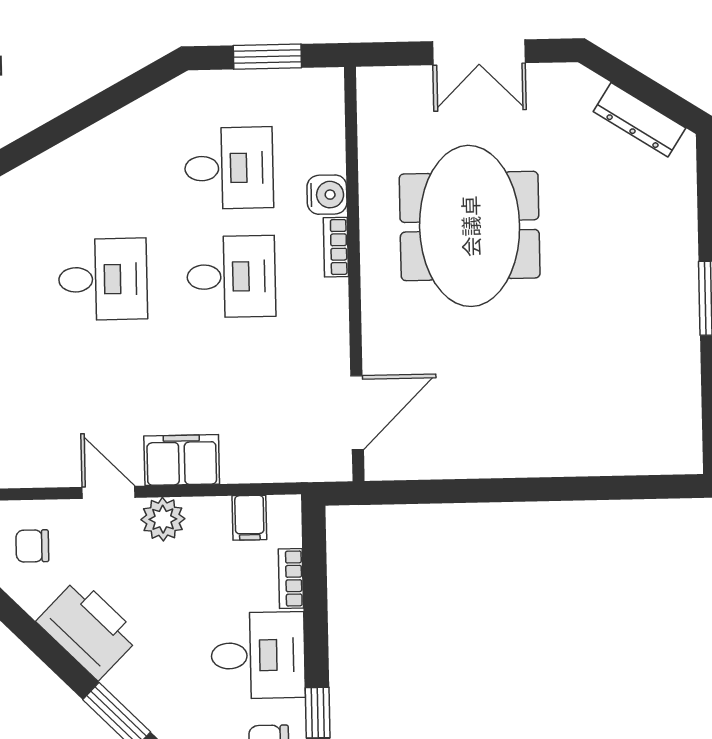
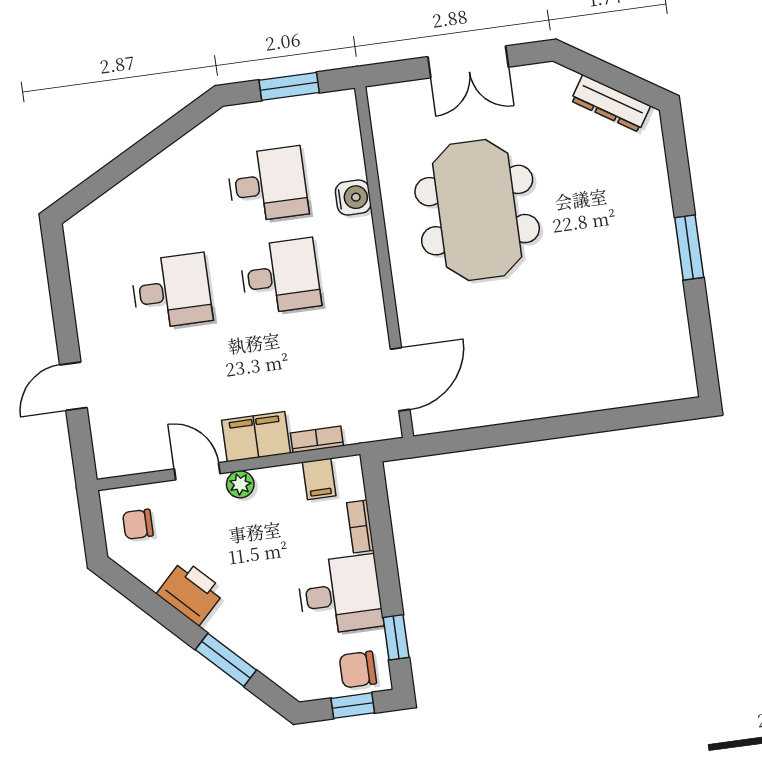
bookcase: (336, 247) -> (317, 439), moved, turned 90
plant: (163, 519) -> (240, 484), width x0.73, depth x0.73
printer: (88, 629) -> (191, 592), width x0.73, depth x0.84

